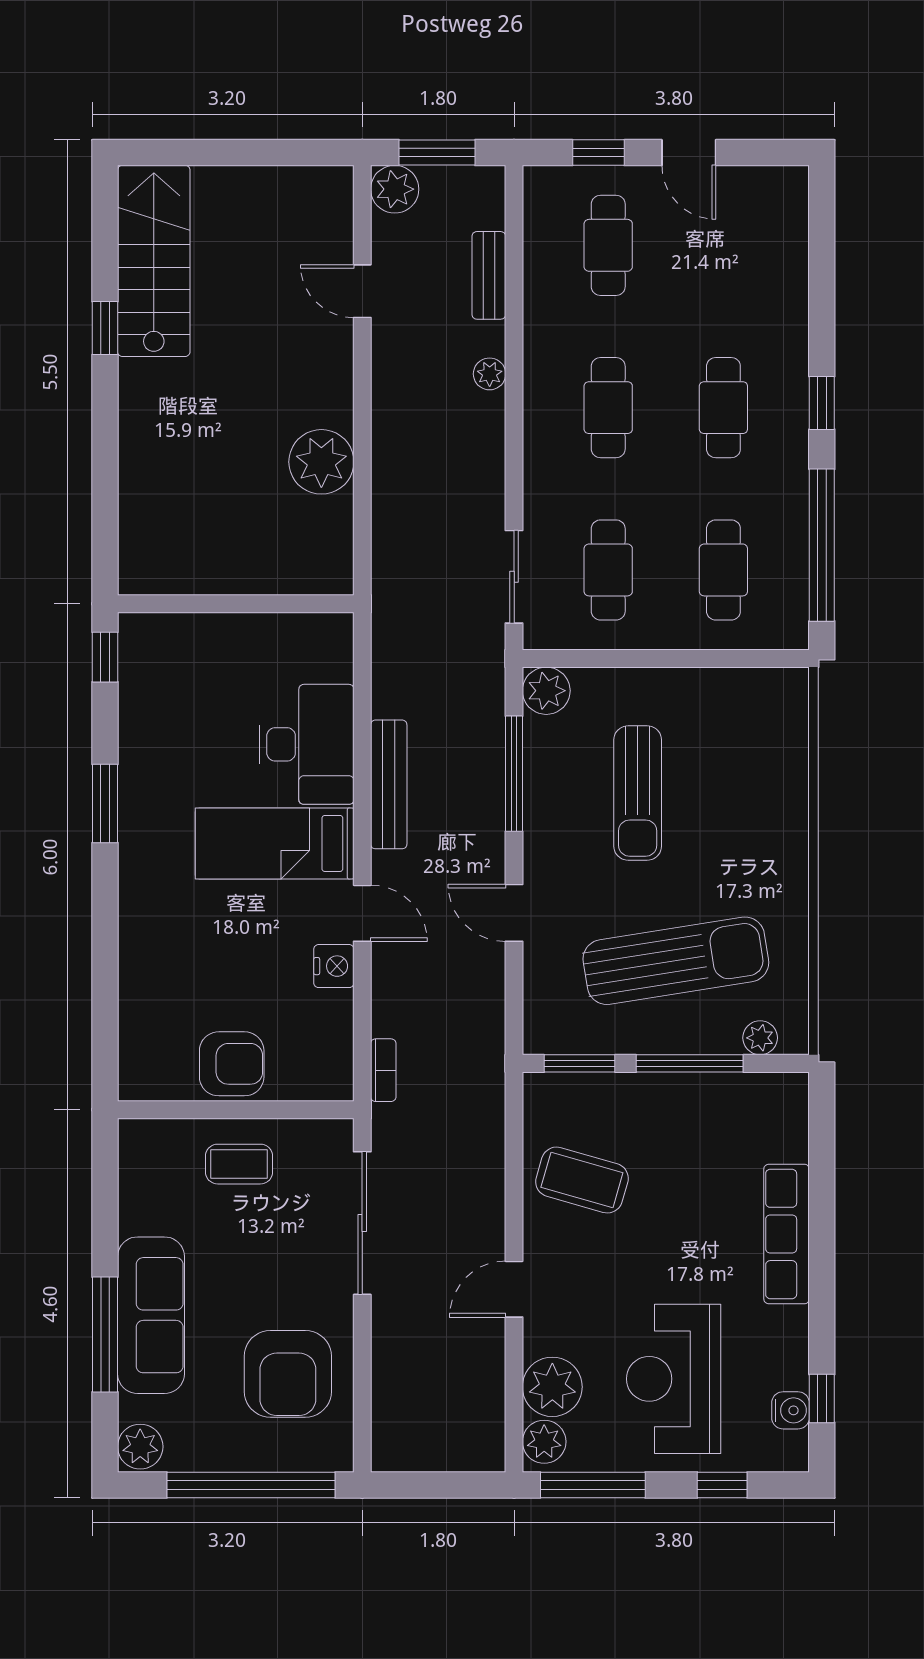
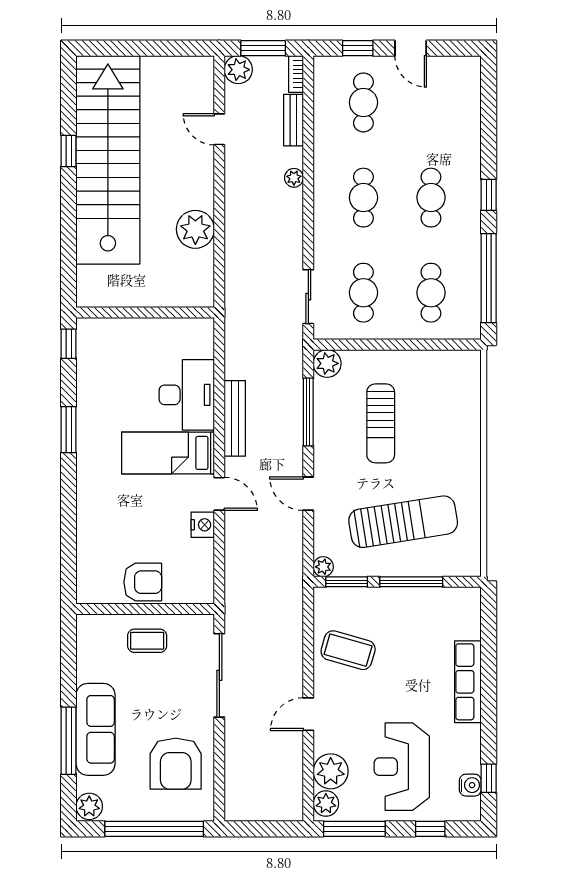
stairs: (154, 261) -> (108, 160), width x1.86, depth x1.51
plant: (760, 1038) -> (323, 567), moved
bookcase: (383, 1070) -> (296, 74), moved, turned 180

